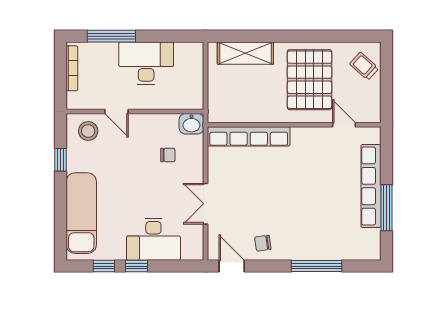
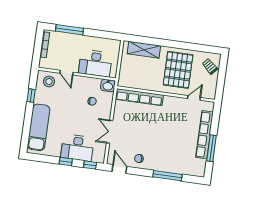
desk: (146, 63) -> (95, 63), moved, turned 180
door: (344, 125) -> (194, 98), hinge flipped
window: (104, 266) -> (90, 165), moved

